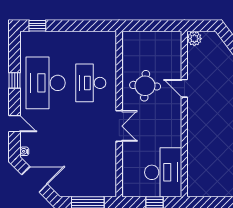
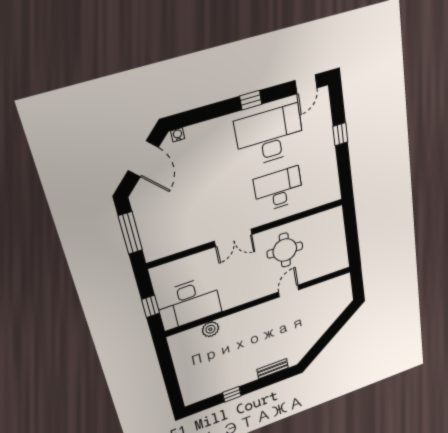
window: (37, 26) -> (340, 134), moved
plant: (194, 39) -> (210, 329), moved
window: (15, 80) -> (251, 100), moved
door: (15, 124) -> (306, 84), moved

